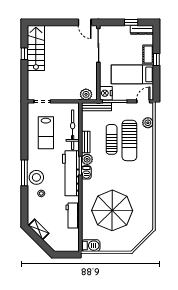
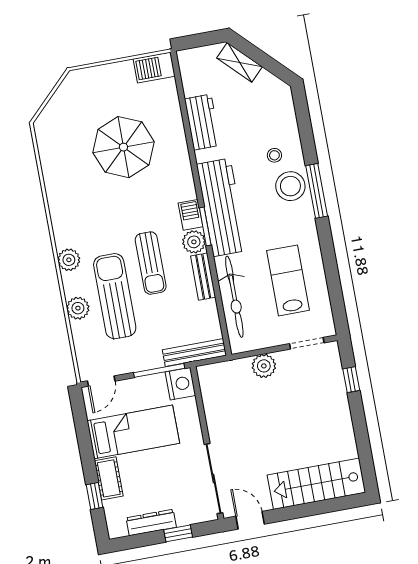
window: (131, 22) -> (178, 533), moved
dresser: (142, 30) -> (151, 522), moved
stairs: (36, 48) -> (316, 484), moved, turned 90
window: (24, 54) -> (351, 380), moved
window: (156, 59) -> (95, 496), moved
plant: (86, 94) -> (264, 366), moved
plant: (148, 123) -> (78, 308), moved
sun lounger: (112, 139) -> (151, 263), moved
plant: (148, 162) -> (69, 260), added
parasol: (112, 210) -> (123, 147), width x0.73, depth x0.73
shelving: (39, 229) -> (239, 62), moved

